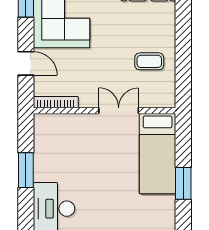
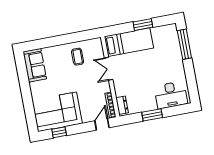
door: (26, 63) -> (102, 124), moved
dresser: (52, 122) -> (122, 105), added

